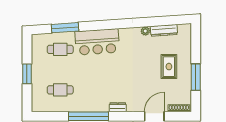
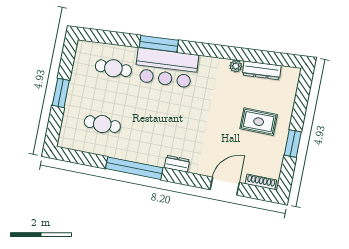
window: (65, 28) -> (159, 44), moved
rug: (169, 67) -> (259, 122), turned 90
window: (196, 77) -> (293, 144), width x0.69

